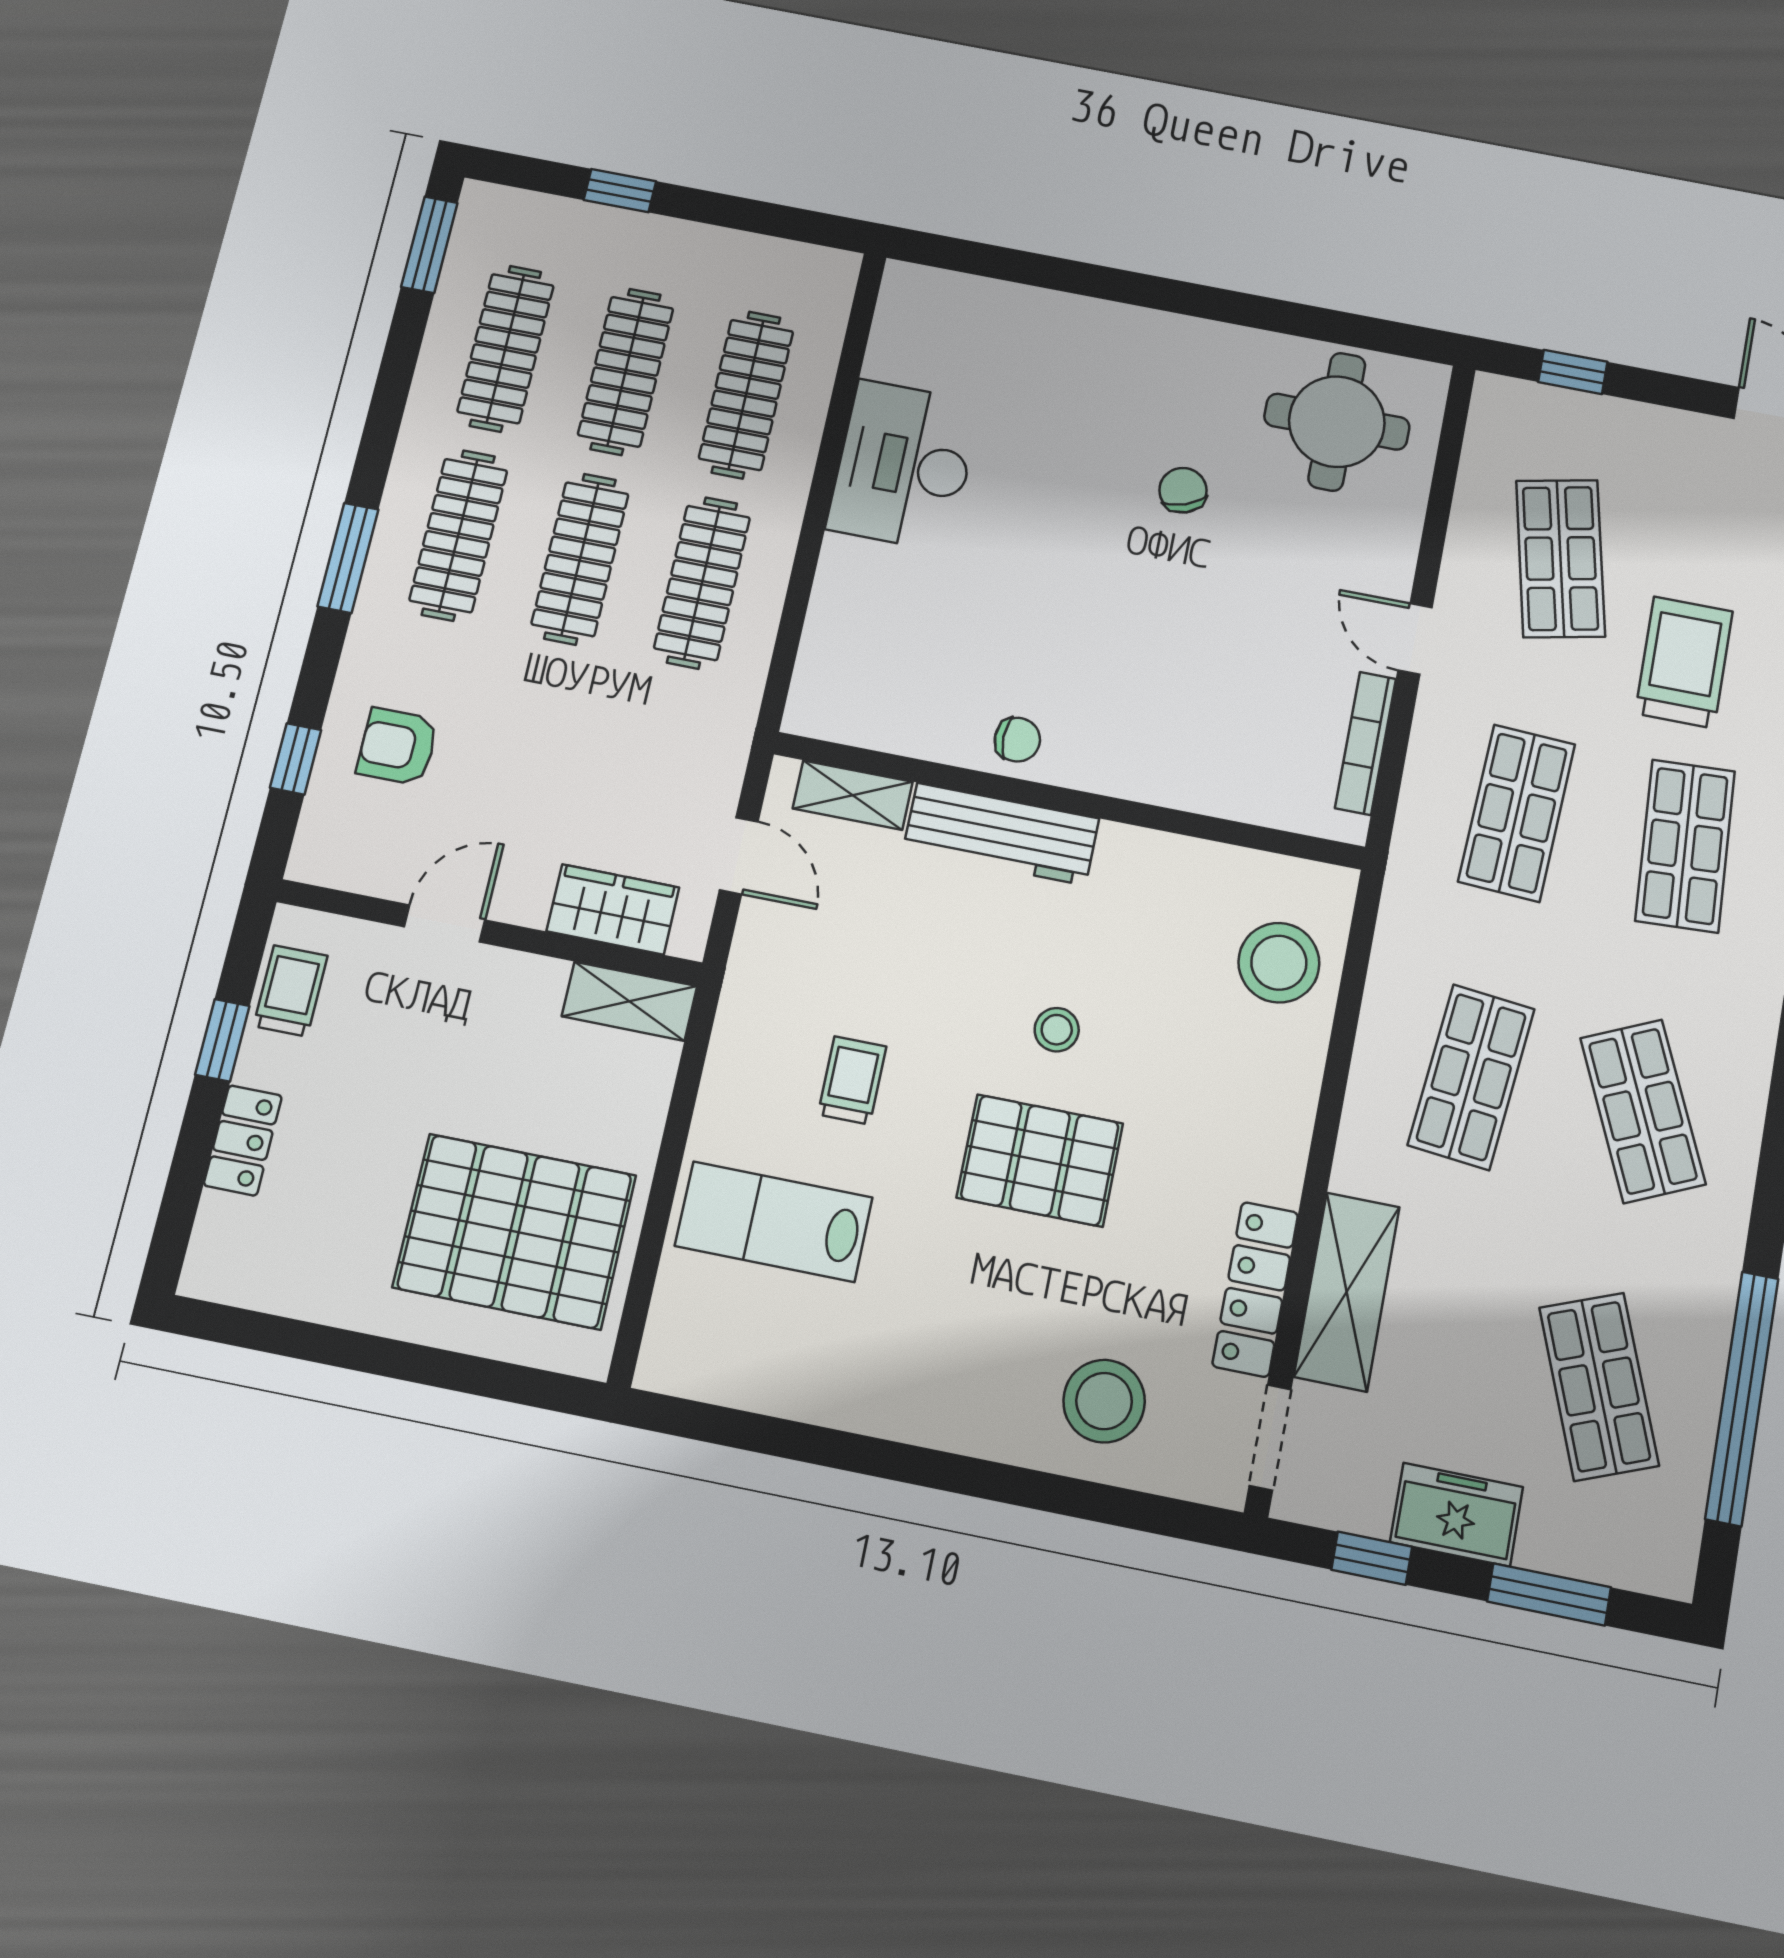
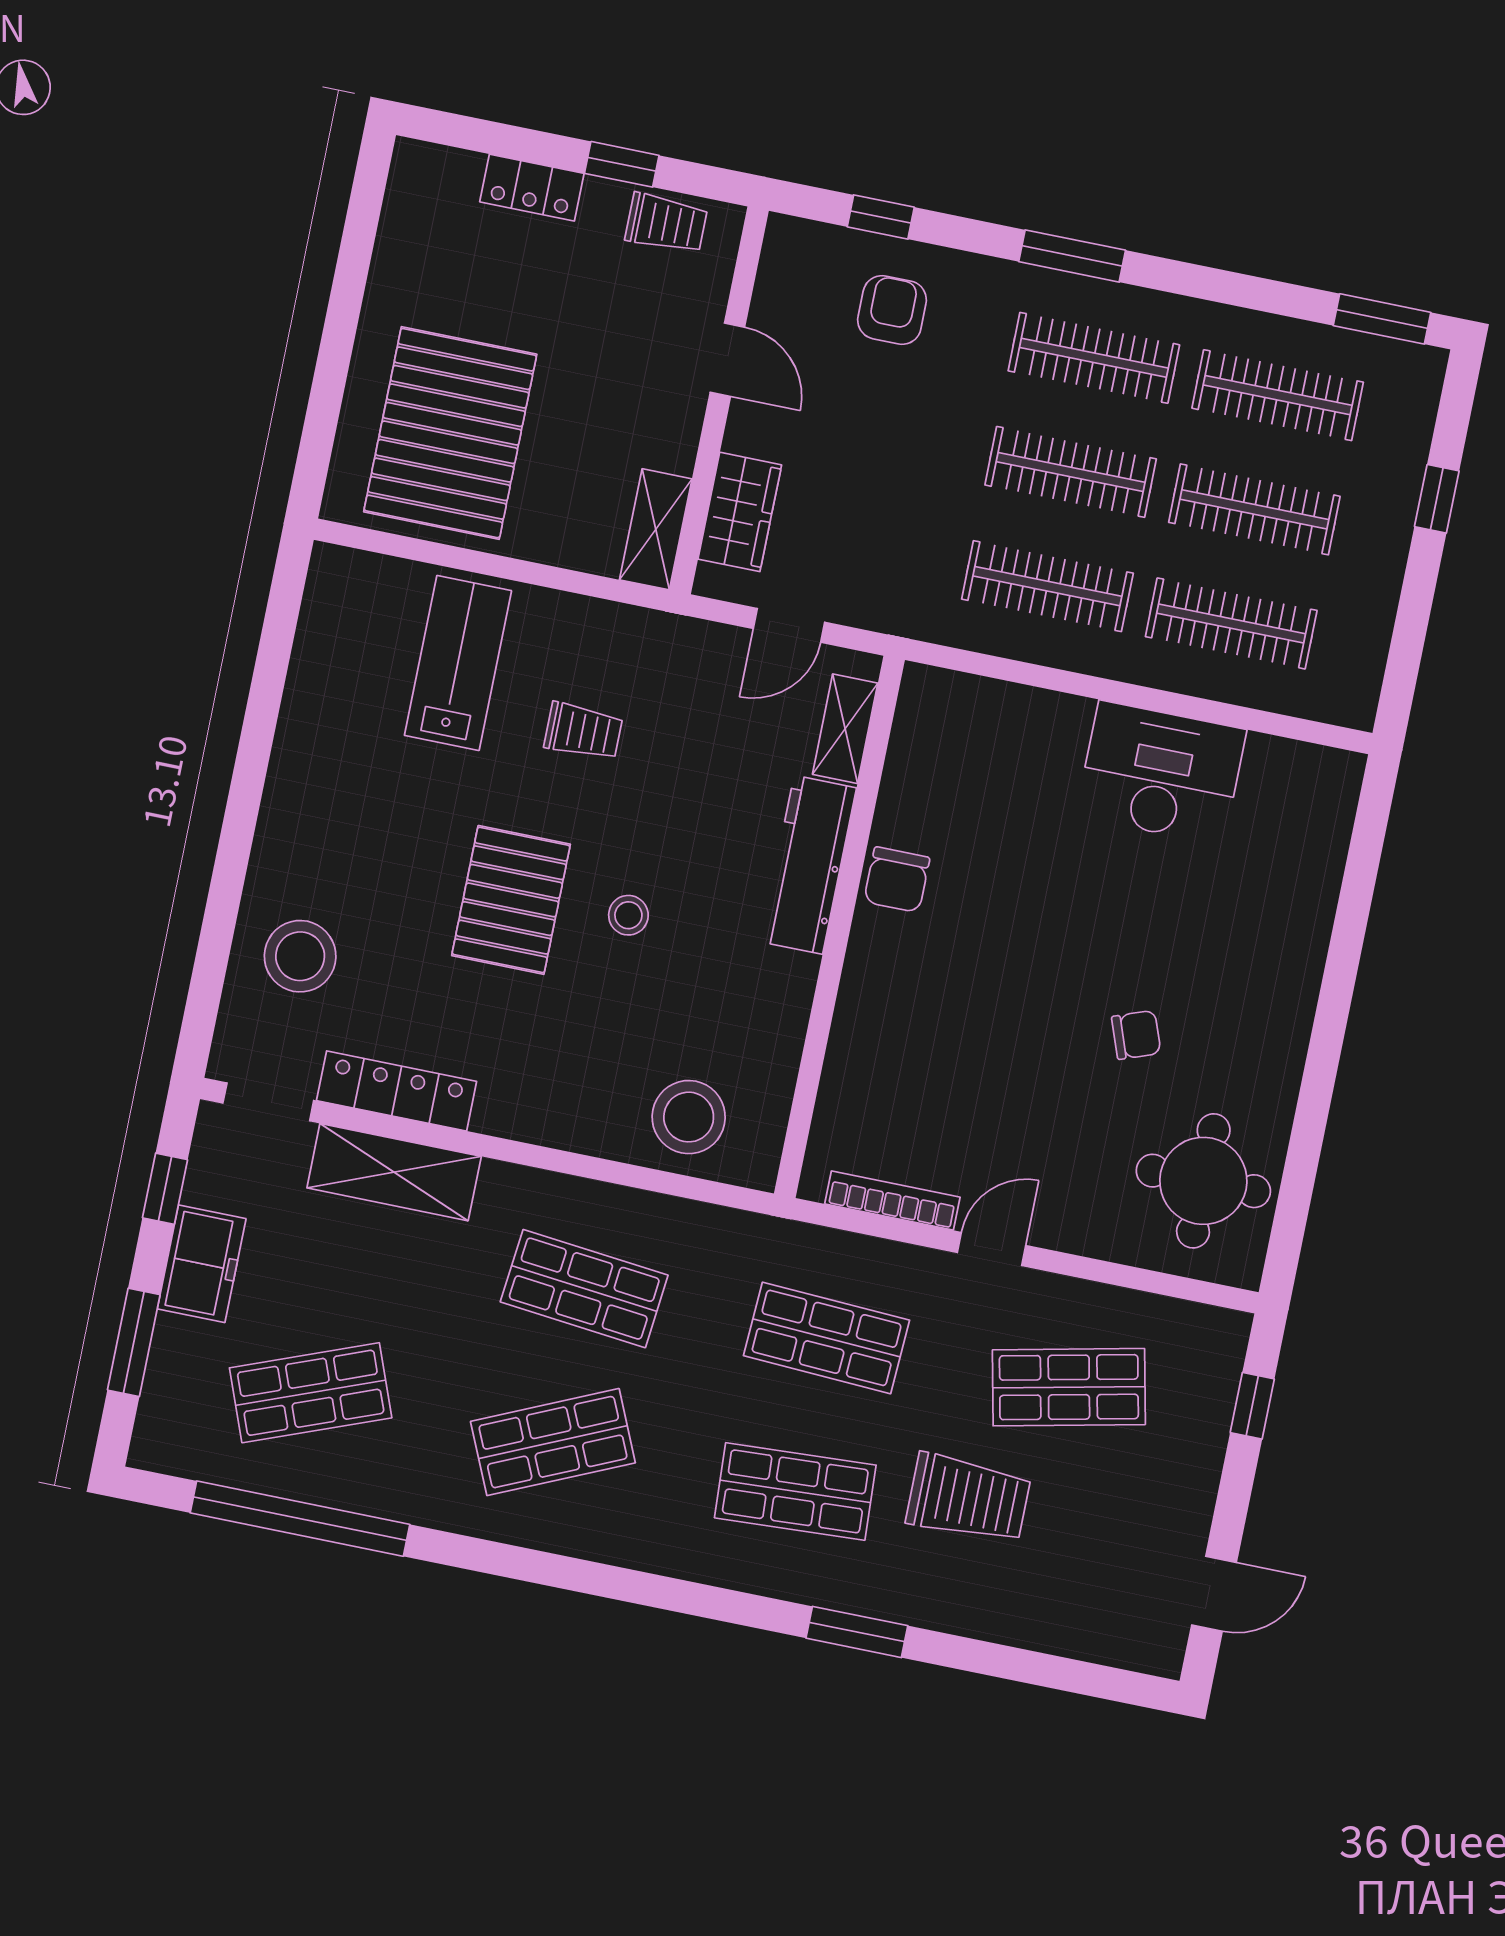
chair: (1017, 740) -> (897, 880), width x1.37, depth x1.37

